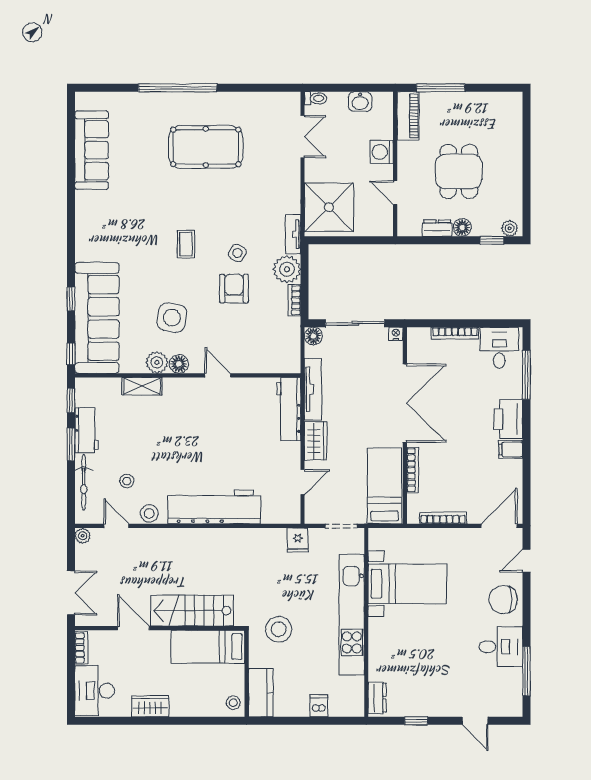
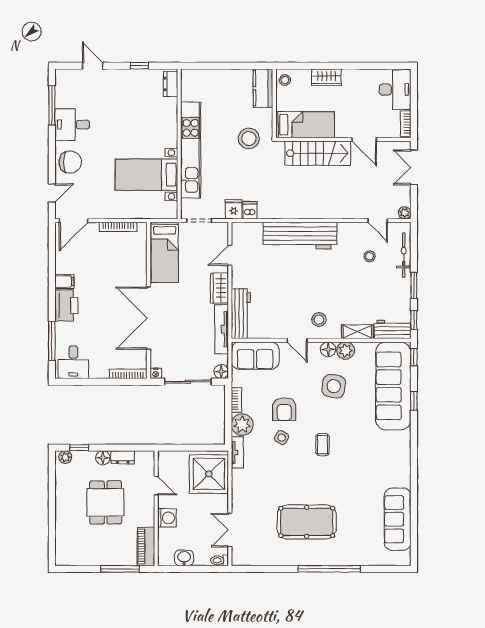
bookcase: (455, 333) -> (128, 374), moved
sofa: (271, 356) -> (255, 356), added
workbench: (87, 430) -> (392, 329), moved, turned 90
bookcase: (413, 470) -> (142, 265), removed
stool: (149, 513) -> (319, 320), moved
wardrobe: (150, 706) -> (326, 77), moved
dishwasher: (319, 706) -> (250, 210), moved, turned 180

